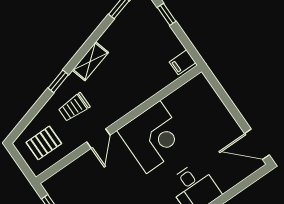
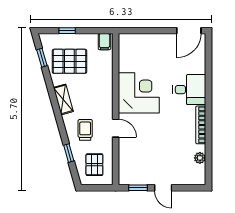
pallet: (136, 40) -> (69, 61), added
window: (58, 81) -> (69, 153), moved
trolley: (74, 107) -> (85, 130), turned 180

